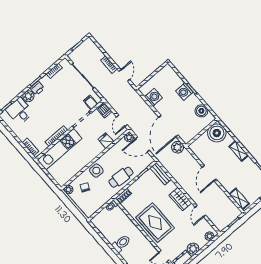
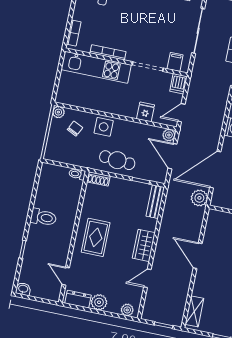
door: (209, 173) -> (198, 256), hinge flipped
rug: (155, 223) -> (96, 237), width x0.73, depth x0.70

